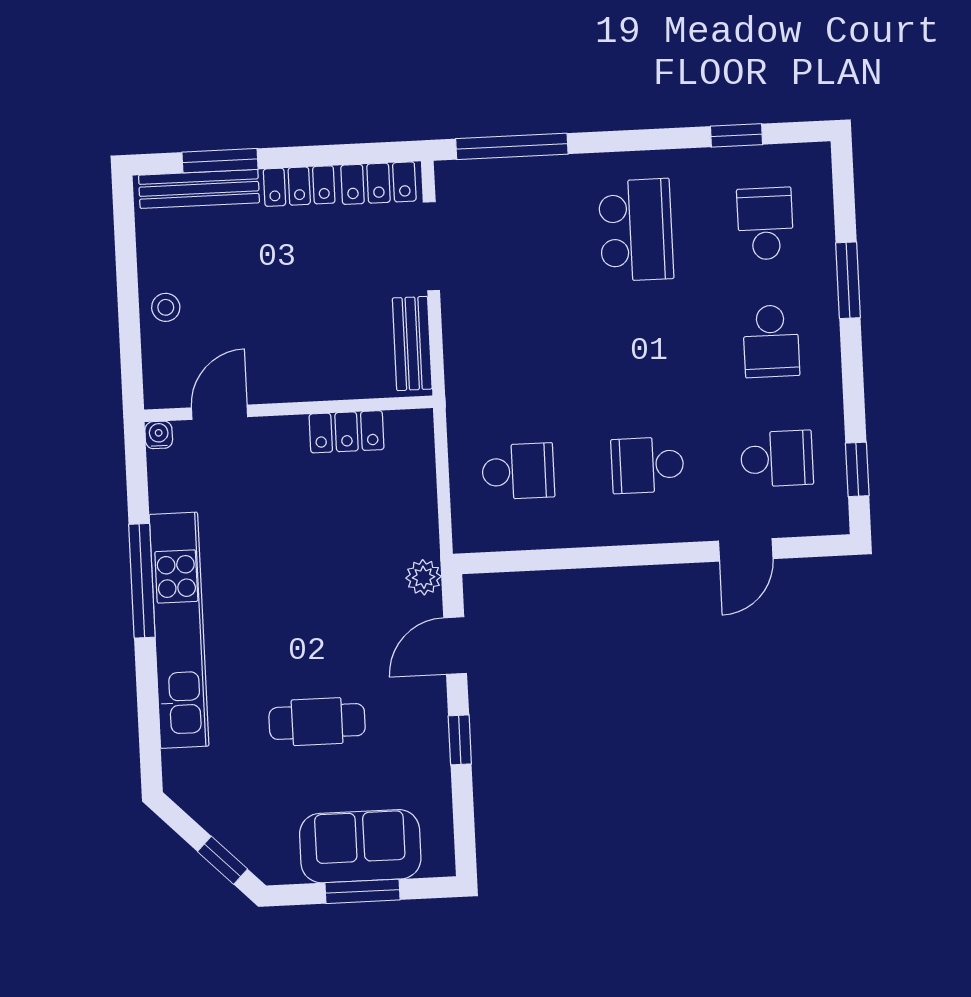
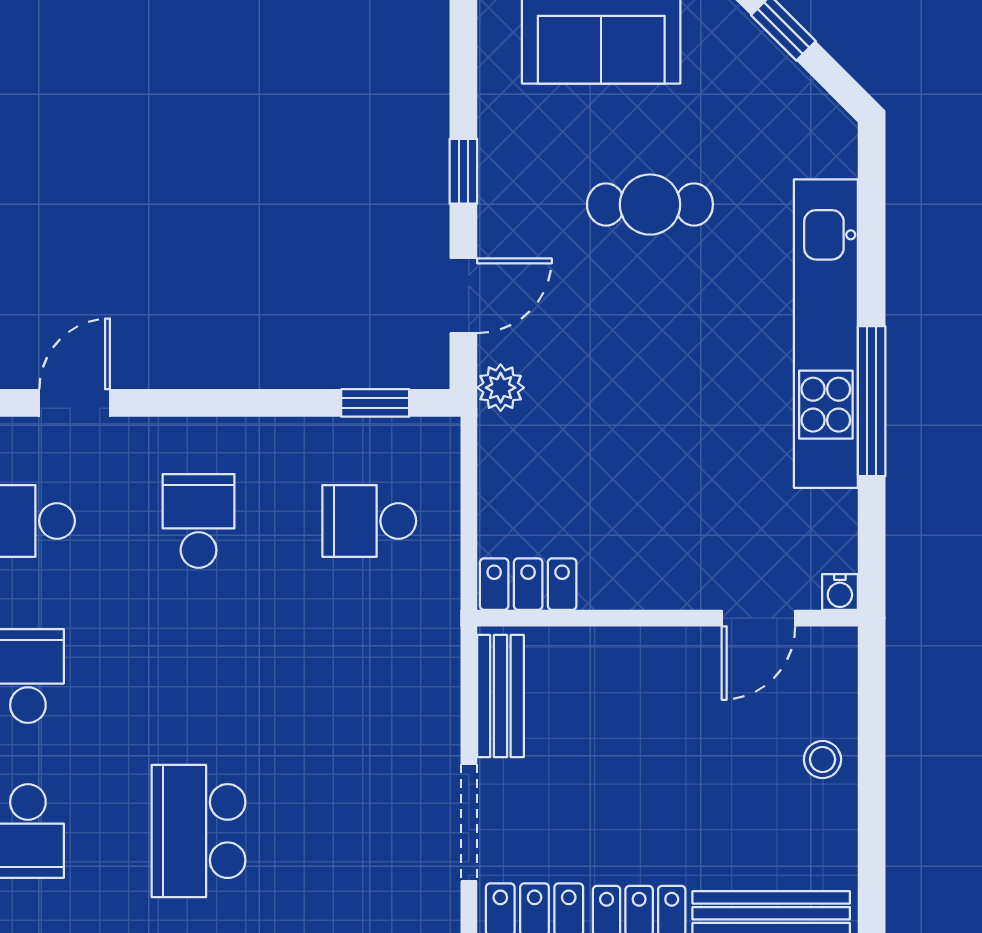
locker: (347, 432) -> (528, 584), moved
school desk: (647, 465) -> (199, 521), turned -90
window: (518, 561) -> (375, 403), added

